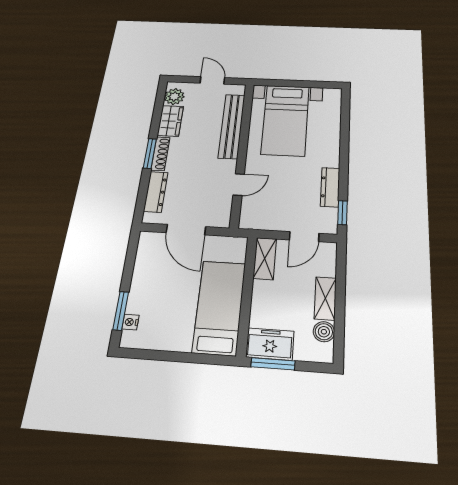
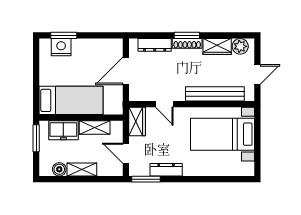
window: (342, 213) -> (146, 179), width x1.50
wardrobe: (259, 219) -> (137, 122), added
shelving: (265, 259) -> (95, 128), moved
nightstand: (130, 322) -> (61, 47), width x1.89, depth x1.79
freezer: (270, 344) -> (63, 130), moved, turned 90

